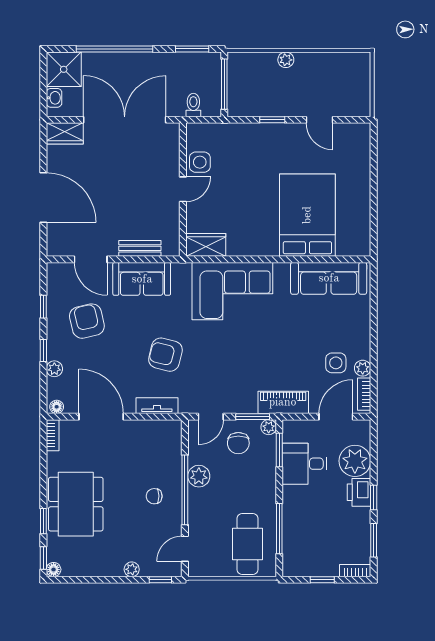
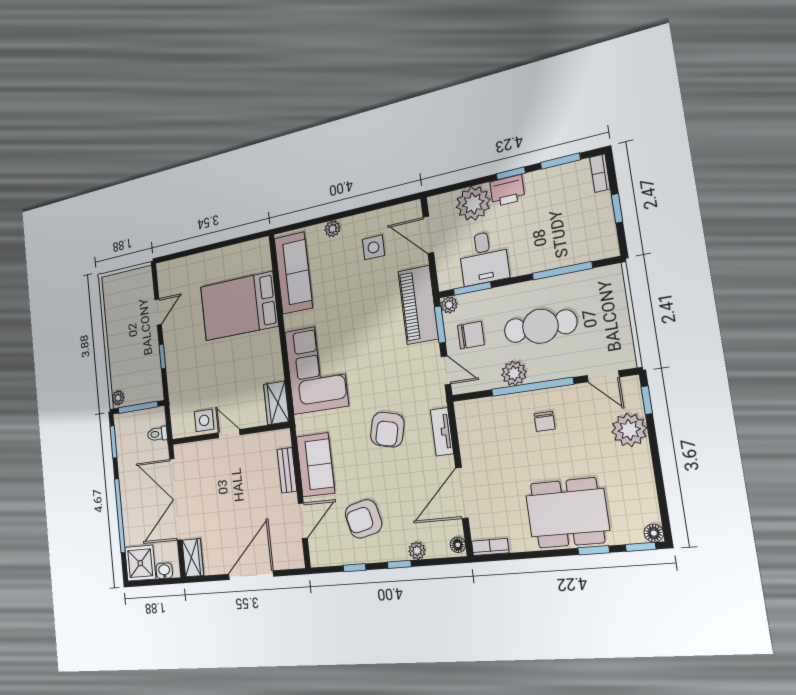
plant: (286, 60) -> (118, 398), moved
plant: (363, 368) -> (332, 229), moved
bookcase: (364, 394) -> (401, 211), removed
piano: (283, 402) -> (418, 305), width x1.37, depth x1.33
cafe table: (248, 544) -> (540, 326), moved
plant: (132, 569) -> (629, 430), width x1.88, depth x1.88

